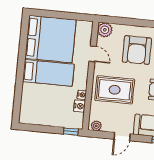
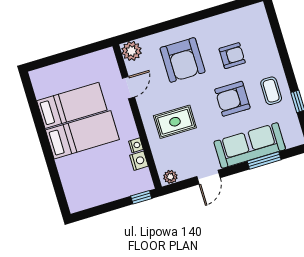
bed: (51, 39) -> (72, 105), width x0.49
door: (93, 54) -> (128, 88), hinge flipped
rug: (115, 90) -> (175, 122), width x0.73, depth x0.70

